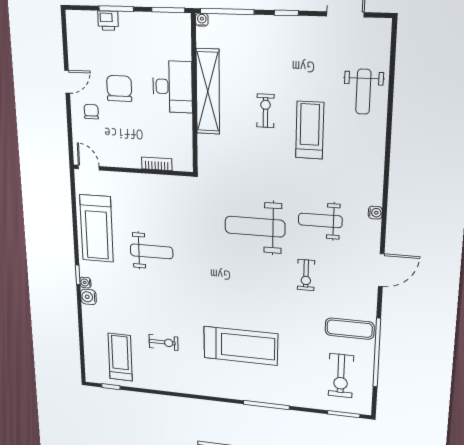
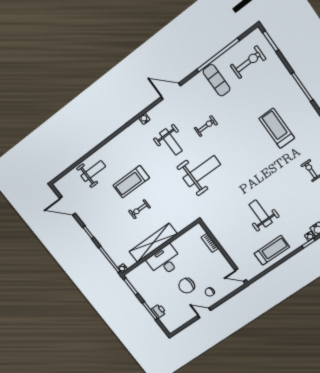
door: (89, 168) -> (241, 275), hinge flipped
weight bench: (255, 227) -> (202, 171), turned -90
treadmill: (97, 229) -> (272, 250), width x0.73, depth x0.73
treadmill: (241, 346) -> (277, 128), width x0.73, depth x0.73

